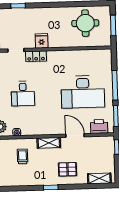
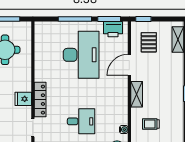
locker: (36, 56) -> (40, 100), width x1.53
printer: (99, 126) -> (113, 29), moved, turned -90
pallet: (68, 169) -> (149, 42), moved

